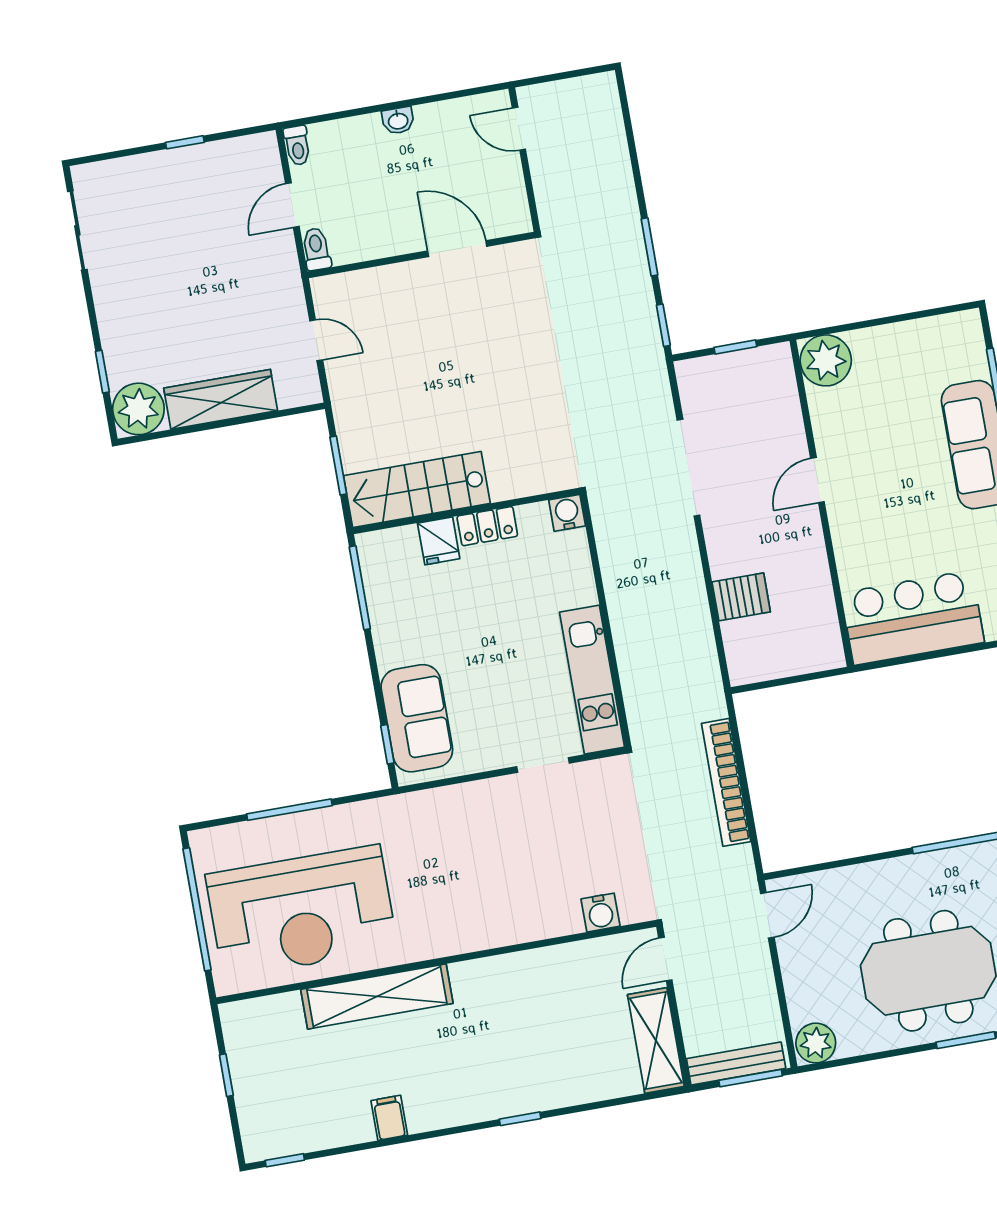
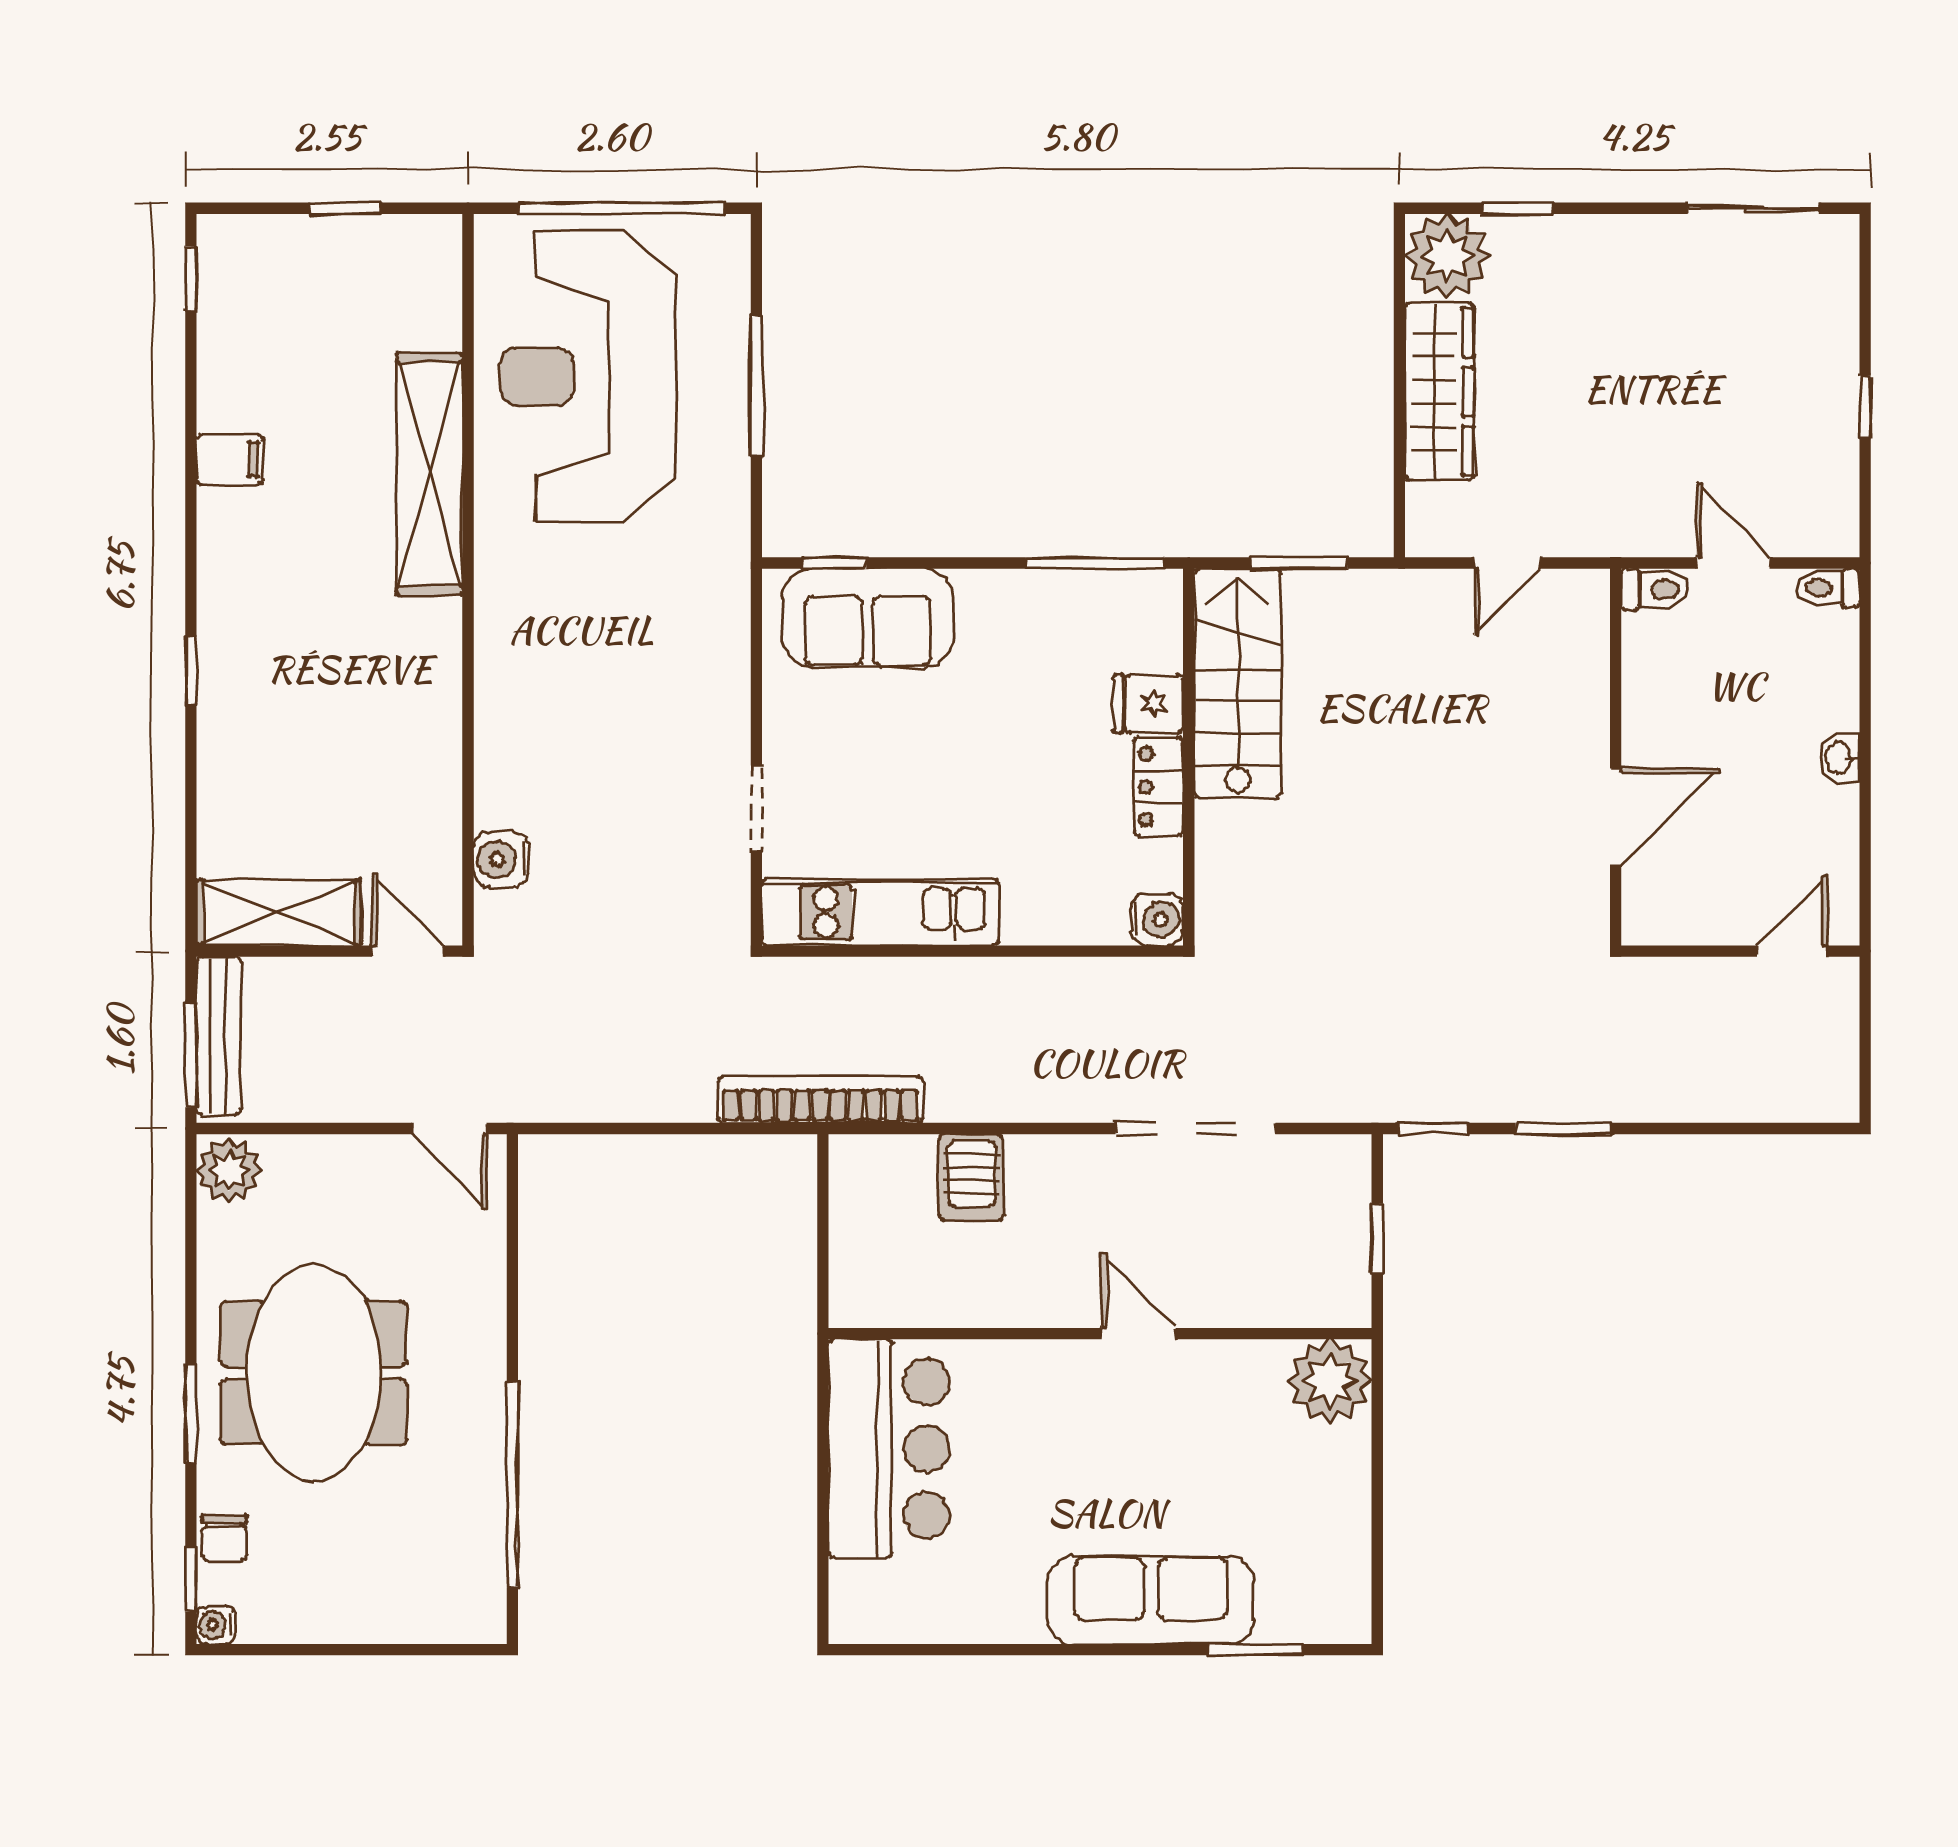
bookcase: (726, 782) -> (820, 1100), moved

